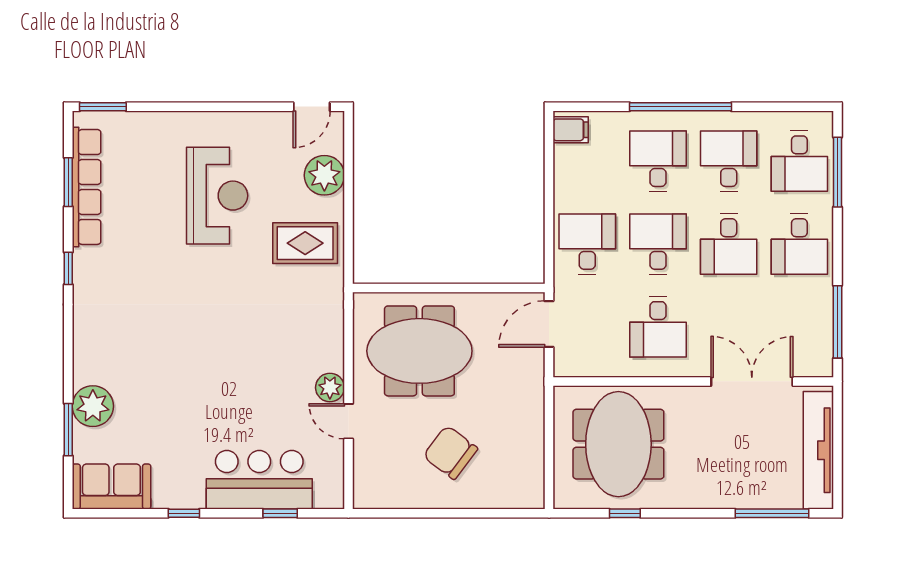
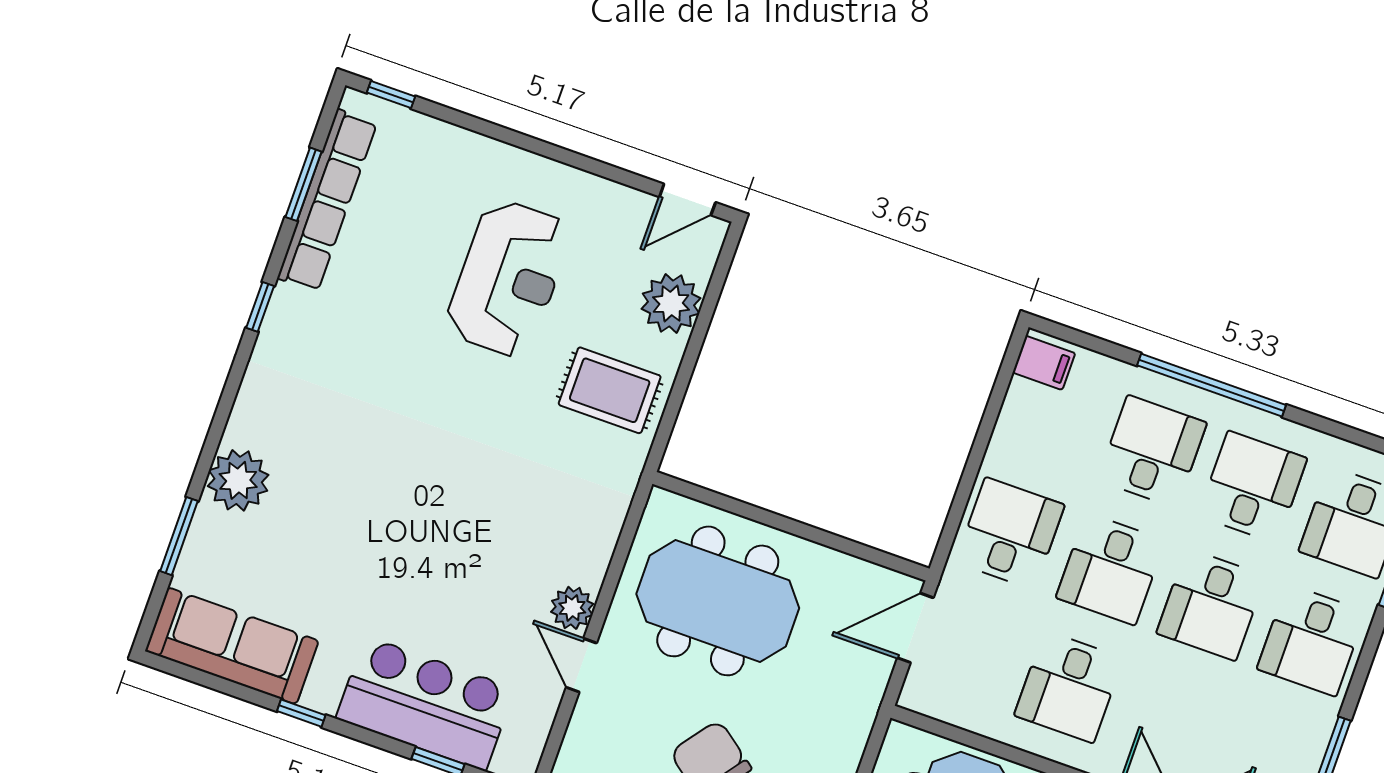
window: (103, 107) -> (391, 95), width x0.67
desk: (658, 244) -> (1110, 569), turned 180
plant: (93, 406) -> (238, 480), moved
sofa: (111, 487) -> (232, 646), width x1.36

